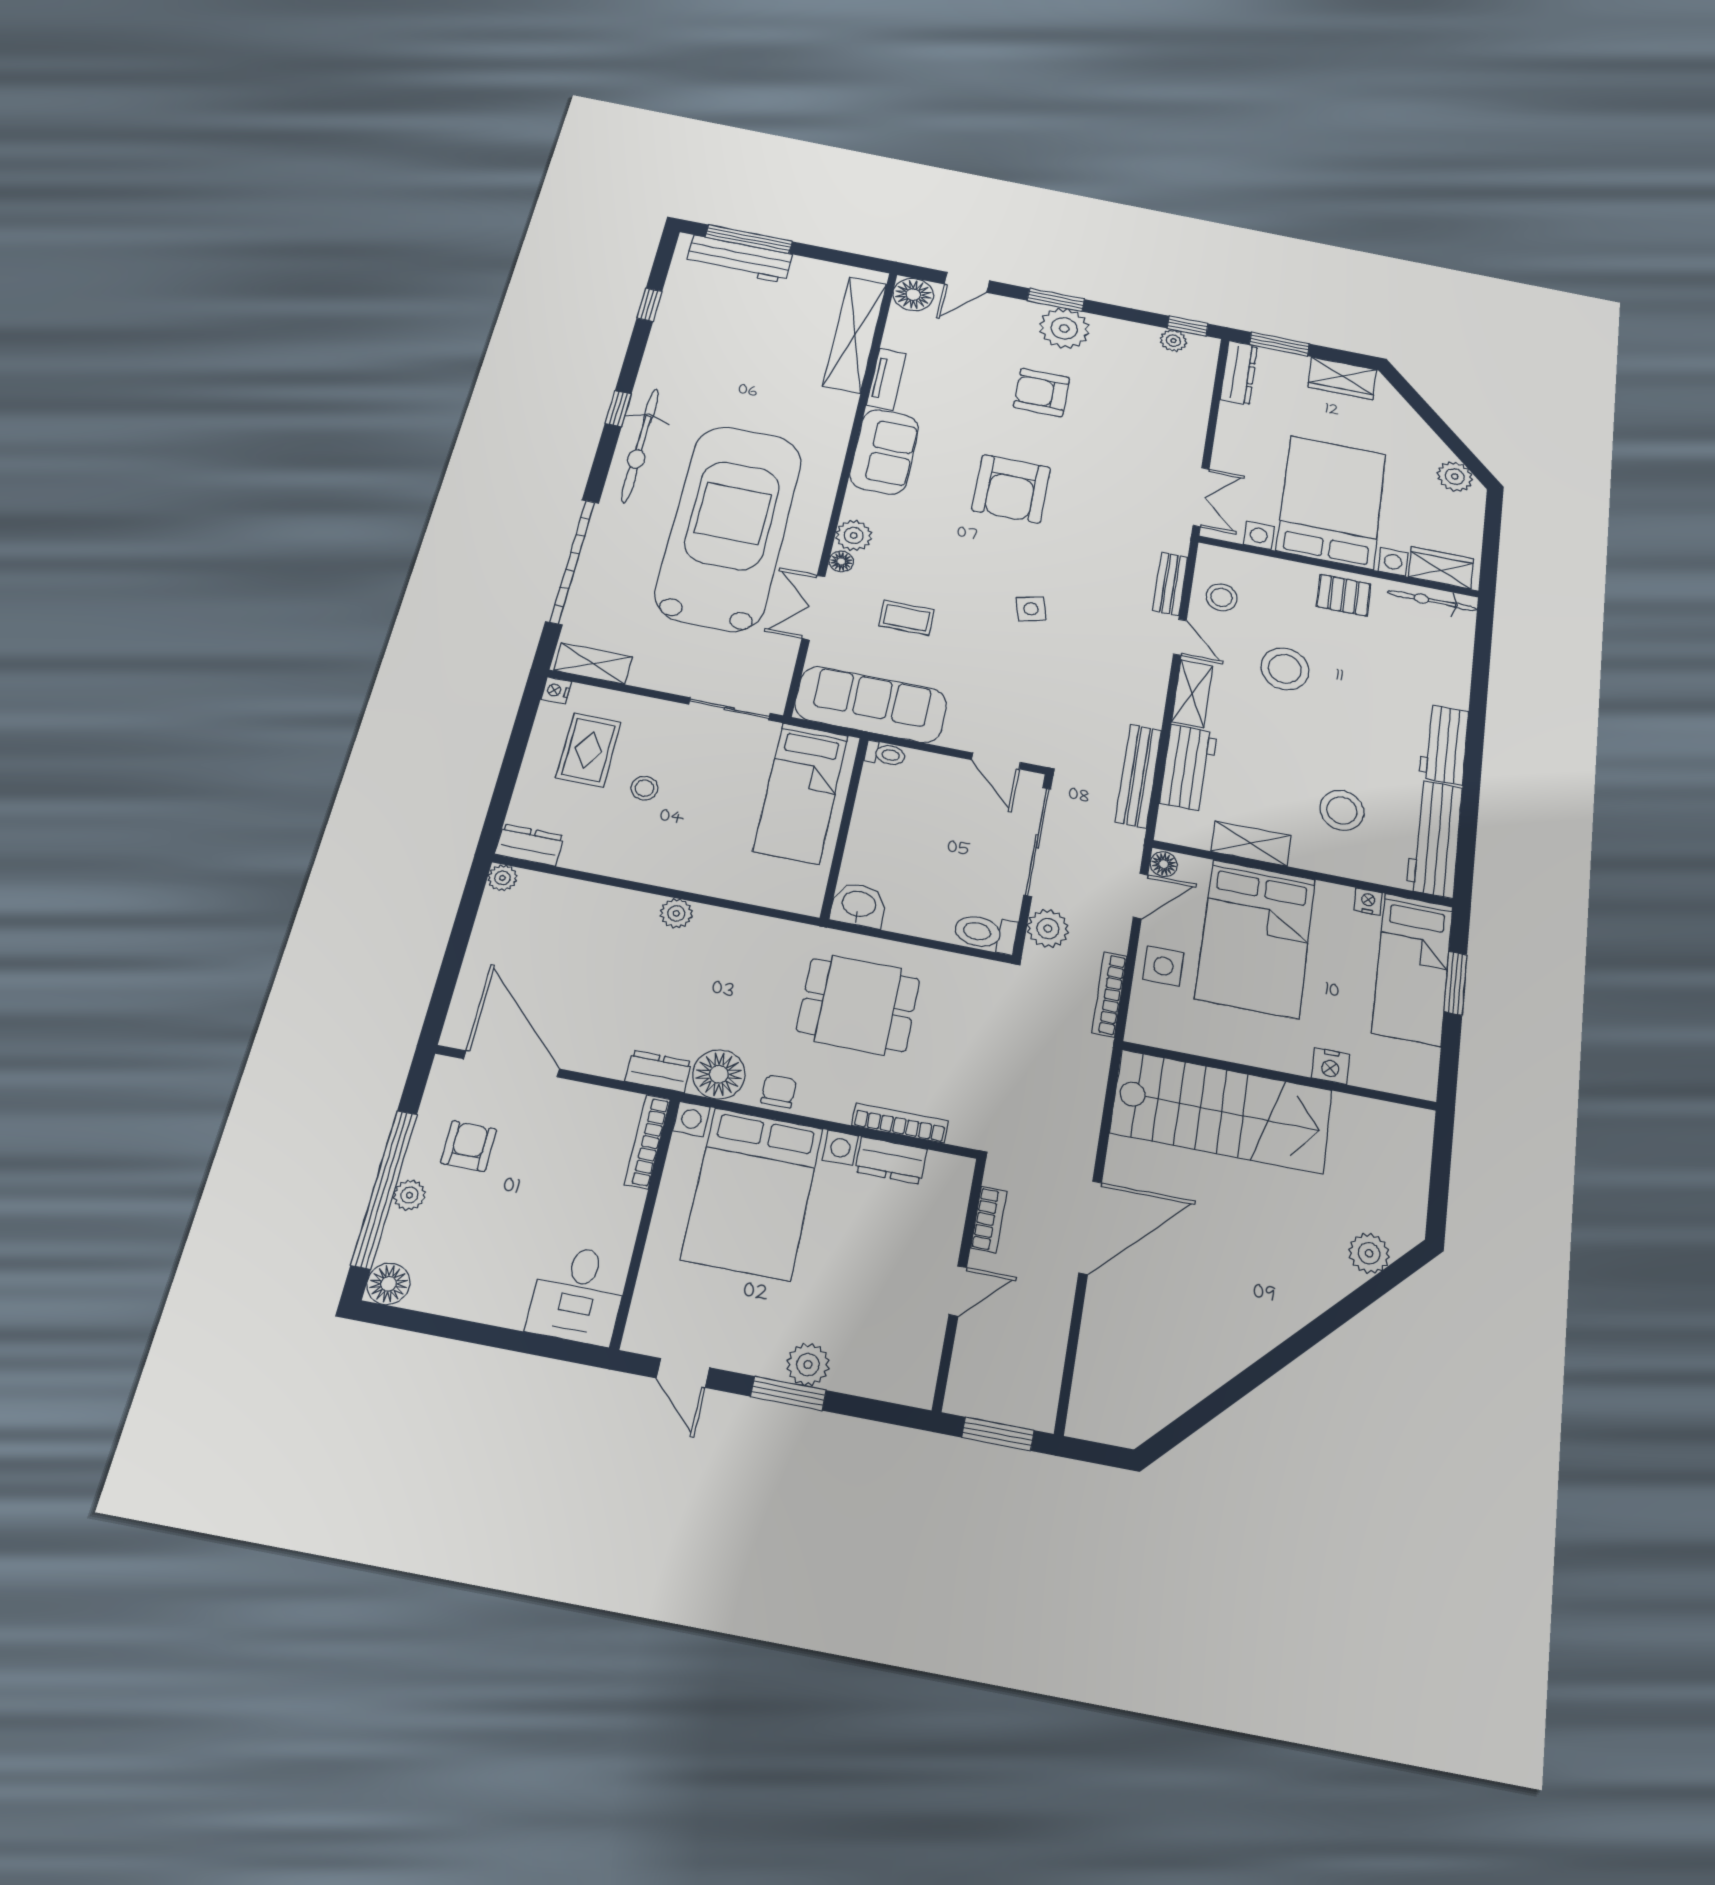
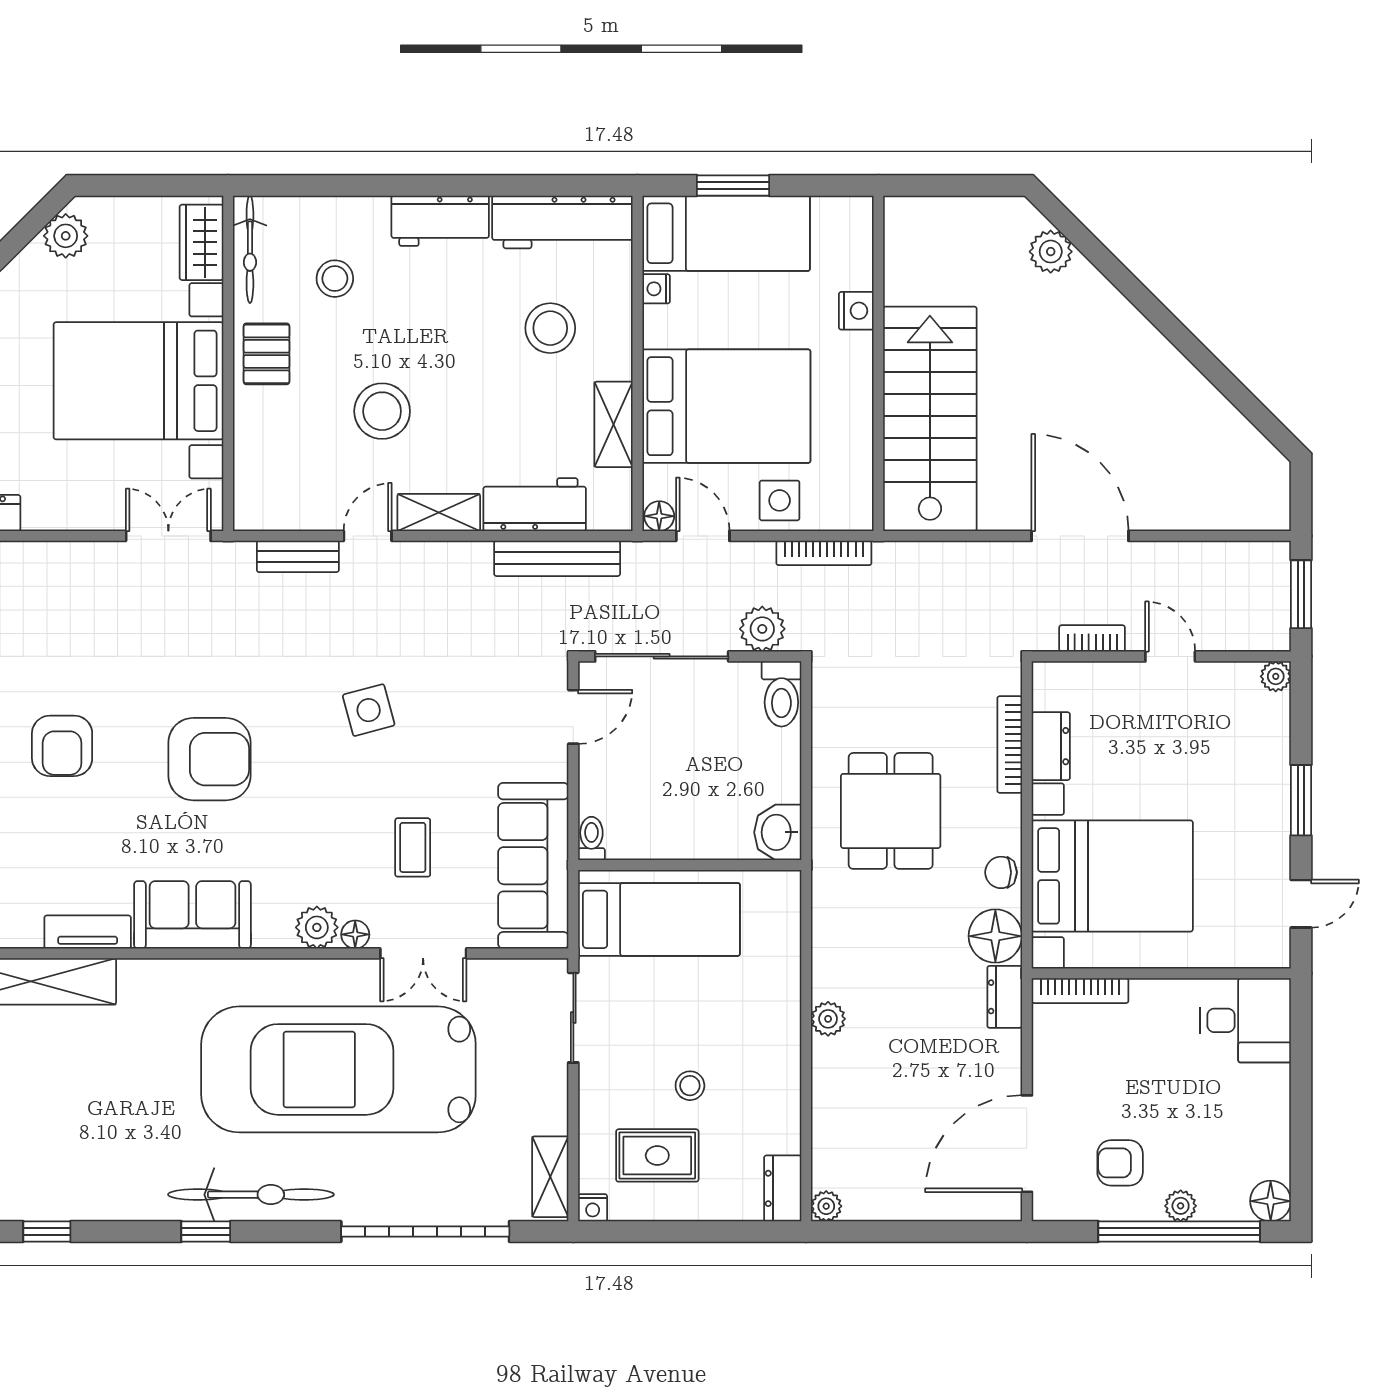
stool: (1222, 597) -> (335, 279), moved
side table: (1031, 609) -> (369, 710), width x1.37, depth x1.37
plant: (808, 1364) -> (1276, 676), moved, width x0.73, depth x0.73

